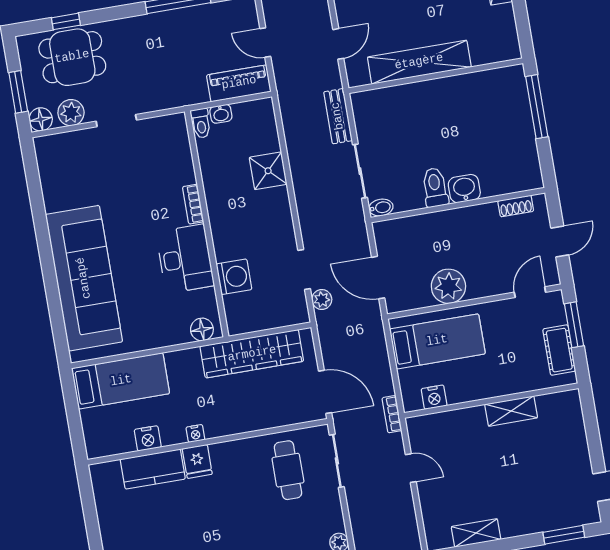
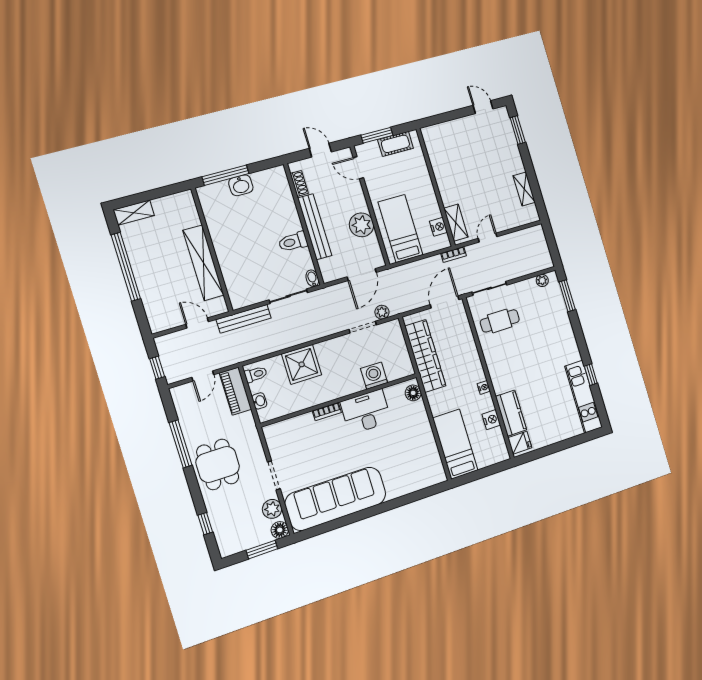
dining table: (72, 57) -> (218, 464), moved
bench: (338, 116) -> (244, 319), width x1.36
toilet: (201, 123) -> (256, 374), moved
shower: (268, 171) -> (302, 364), width x1.36, depth x1.36
washbasin: (464, 189) -> (241, 185), moved, turned -90
bench: (453, 220) -> (315, 227), added
sofa: (84, 278) -> (336, 499), moved
shelving: (511, 411) -> (456, 223), moved
fridge: (197, 461) -> (520, 443), moved

